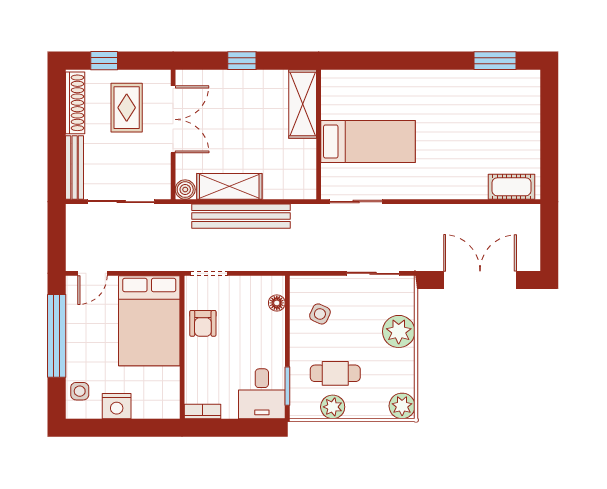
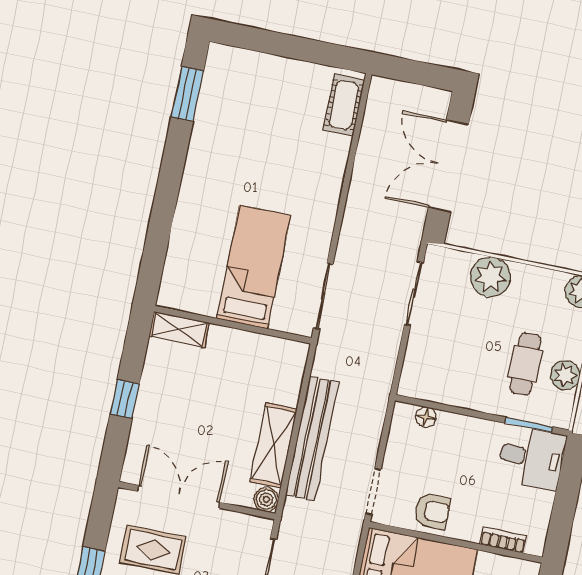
shelving: (303, 104) -> (179, 329), width x0.67, depth x0.75
side table: (320, 314) -> (450, 368), removed
bookcase: (203, 412) -> (503, 540), moved, turned 90

